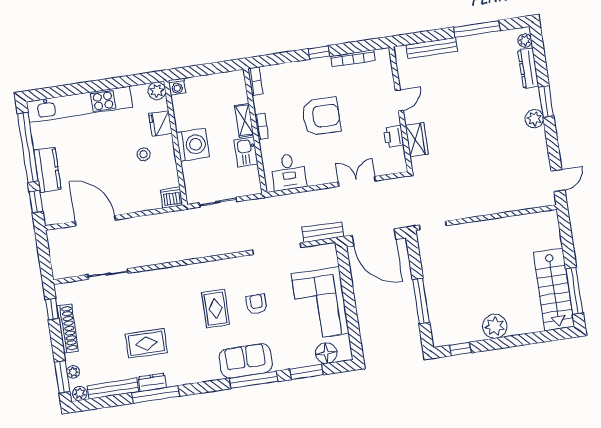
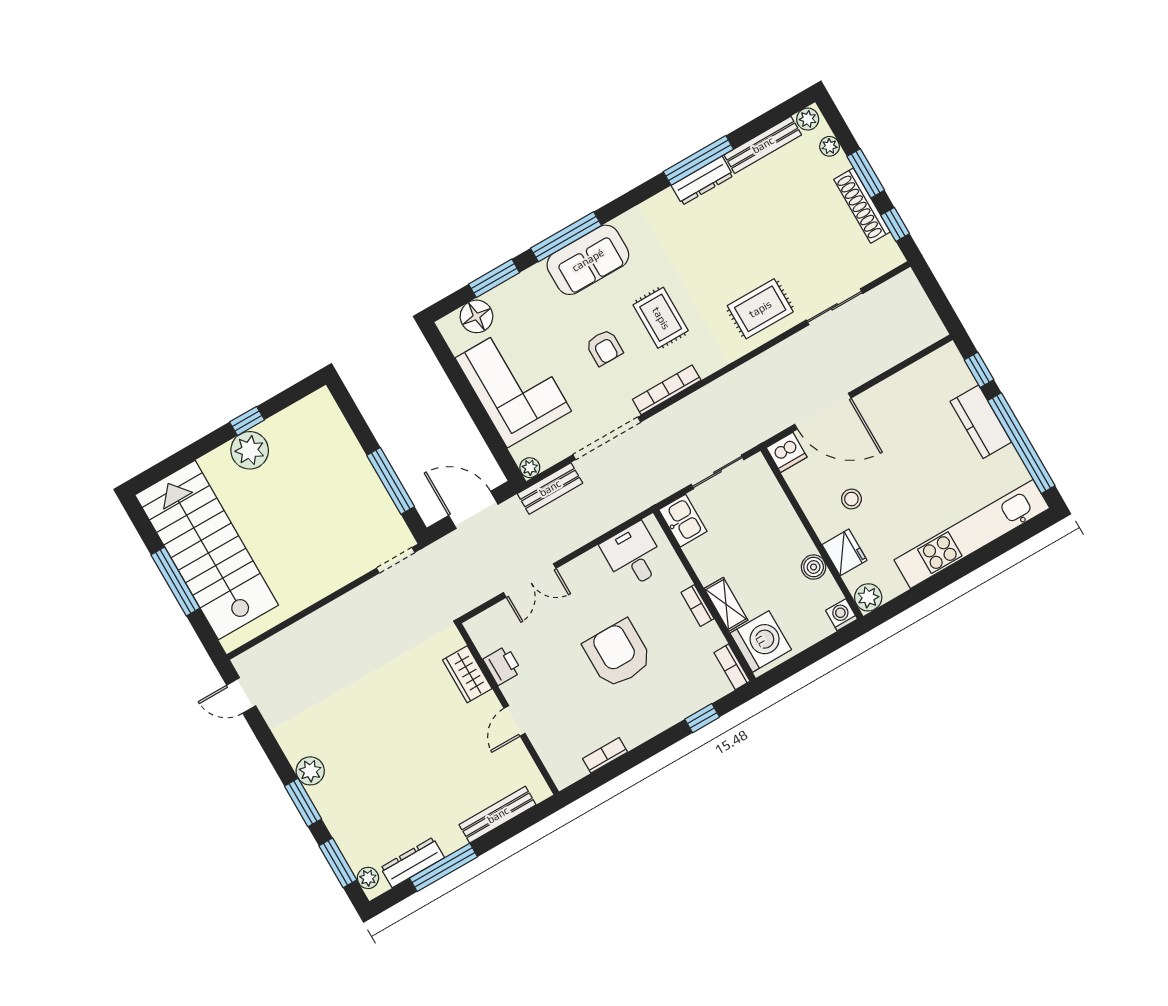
window: (319, 53) -> (702, 718), moved
window: (539, 57) -> (338, 863), added
bookcase: (353, 58) -> (605, 755), width x0.64
dresser: (528, 68) -> (413, 863), moved, turned -90
armchair: (321, 116) -> (618, 654), turned 90
boiler: (183, 122) -> (814, 567), added
washing machine: (193, 145) -> (761, 641), moved, turned 180
kitchen sink: (246, 152) -> (683, 521), moved
door: (558, 181) -> (241, 695), hinge flipped
door: (95, 221) -> (823, 411), moved
door: (374, 237) -> (473, 510), width x0.73
plant: (330, 249) -> (530, 468), added
bookcase: (229, 264) -> (667, 390), added
stairs: (554, 290) -> (207, 550), width x1.36, depth x1.51
window: (574, 291) -> (175, 582), moved
window: (421, 301) -> (391, 481), moved
rug: (146, 343) -> (760, 309), moved
window: (460, 349) -> (247, 421), moved
window: (62, 377) -> (866, 173), moved
dresser: (152, 382) -> (702, 181), width x1.44

